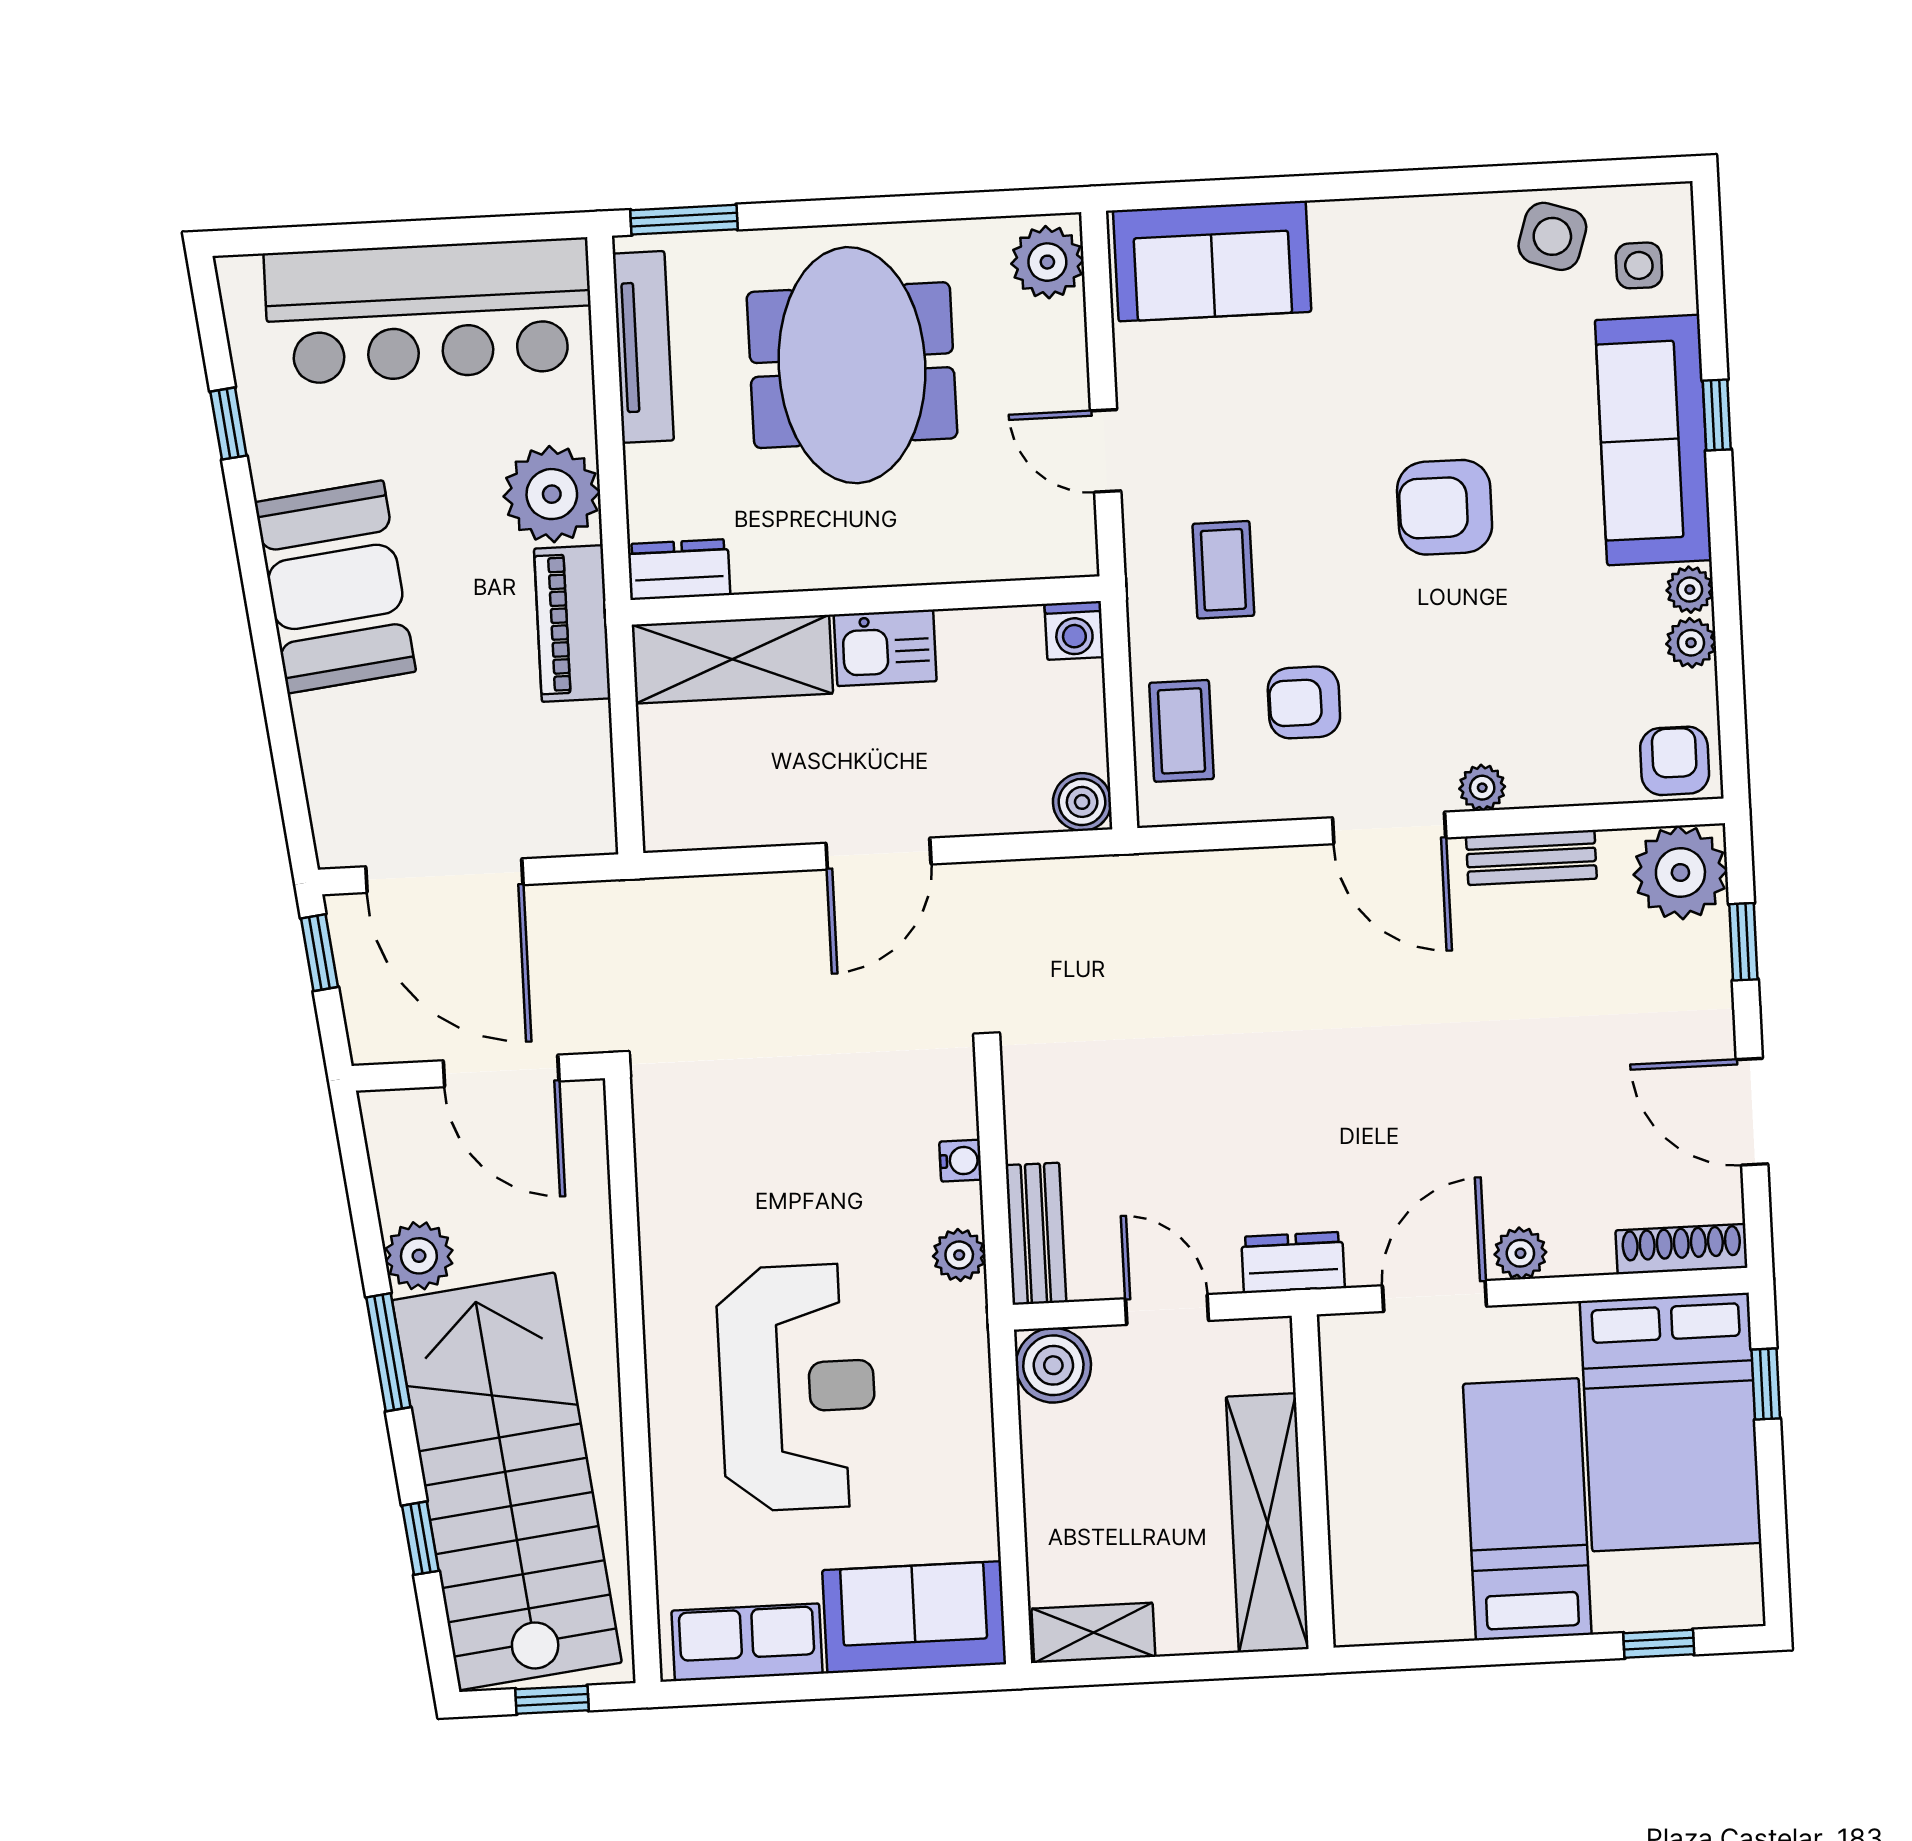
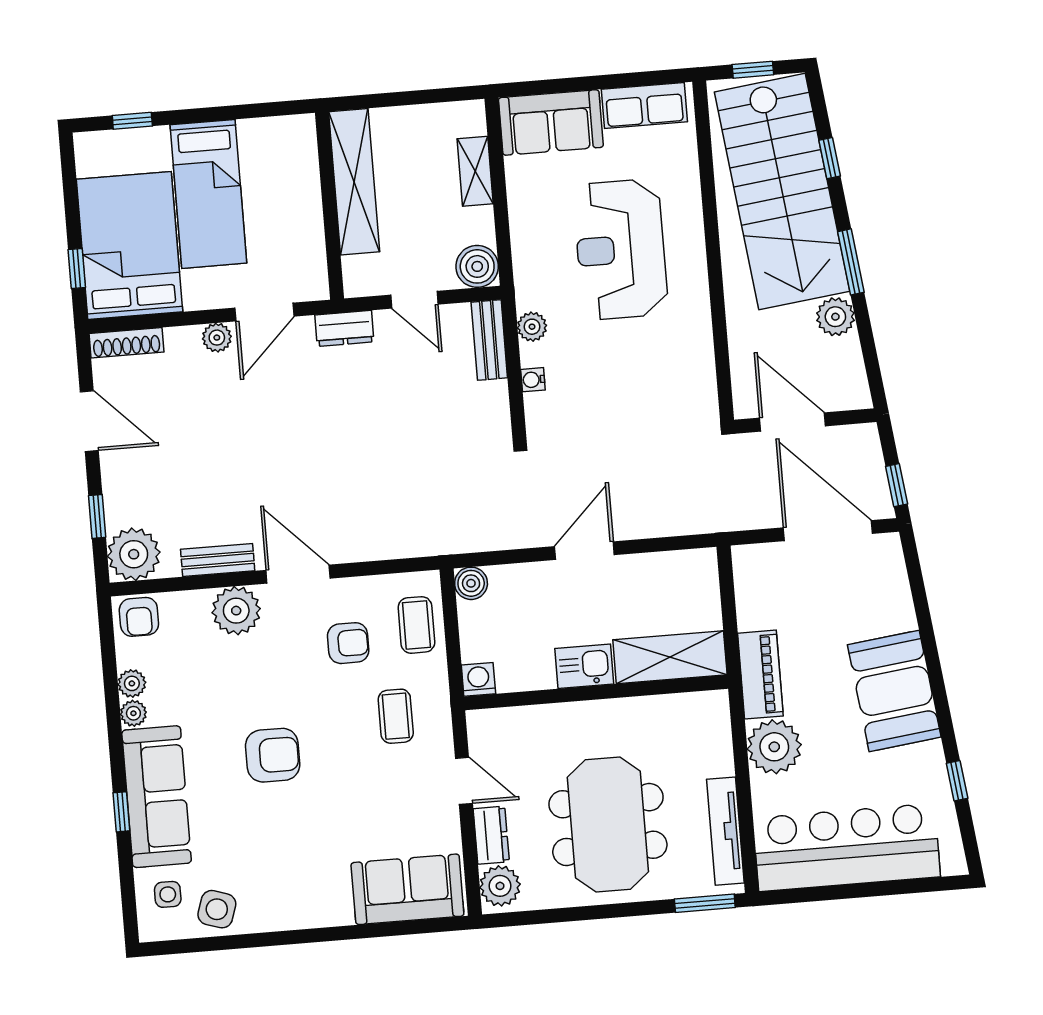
dresser: (679, 569) -> (491, 835), moved, turned -90
plant: (1482, 788) -> (236, 611), width x1.88, depth x1.88
shelving: (1093, 1633) -> (475, 171), moved, turned 90

